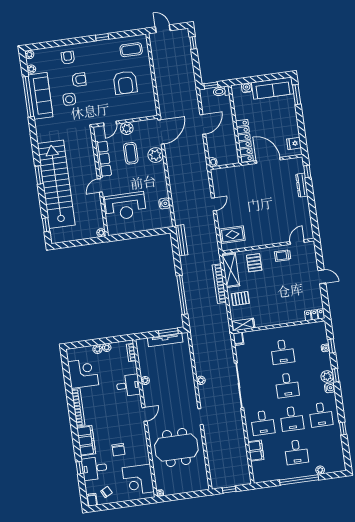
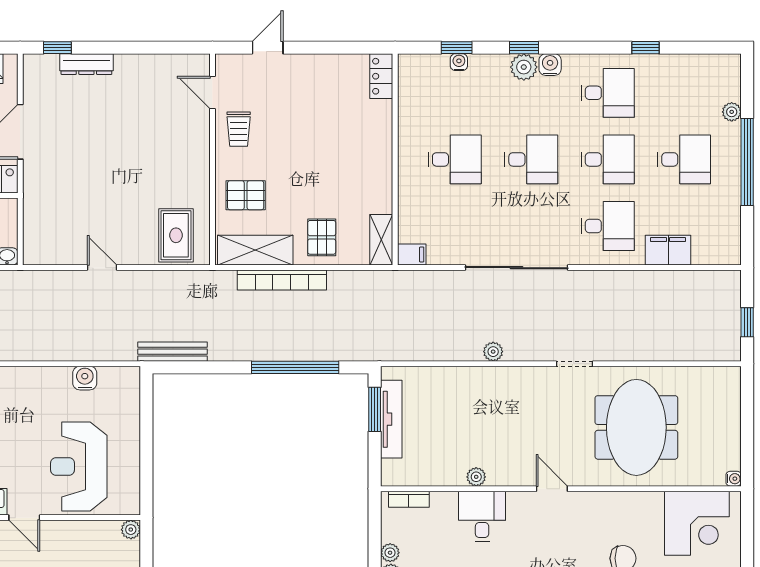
reception desk: (126, 206) -> (79, 466), turned 180
door: (322, 277) -> (268, 48), moved

